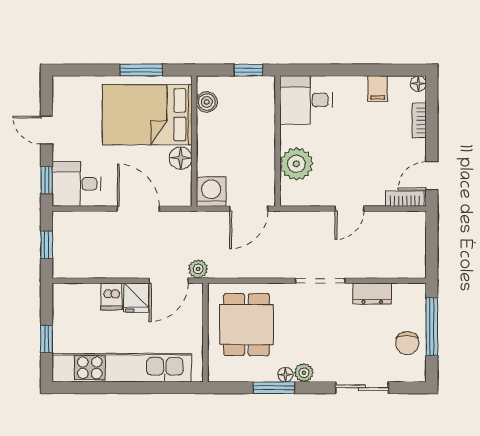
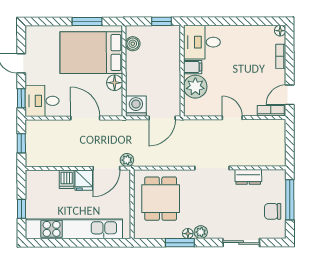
filing cabinet: (378, 89) -> (193, 67), moved, turned -90
door: (349, 209) -> (232, 118), swing flipped
chair: (407, 343) -> (273, 211), turned 90

